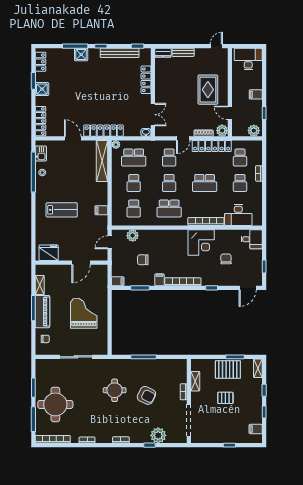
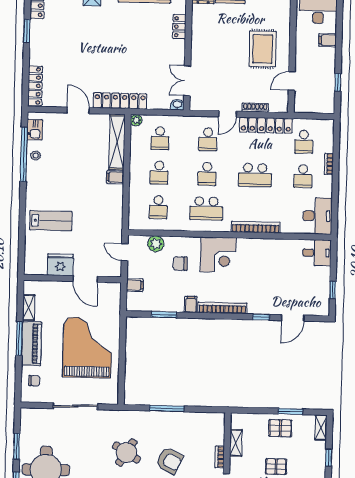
locker: (146, 80) -> (179, 27), width x0.66
shower: (42, 89) -> (38, 43), removed
filing cabinet: (256, 94) -> (328, 40), moved
door: (230, 113) -> (292, 81), hinge flipped
double door: (153, 115) -> (187, 81), swing flipped
plant: (222, 131) -> (281, 105), removed
plant: (254, 131) -> (323, 106), removed
school desk: (134, 158) -> (160, 138), width x0.54
lab bench: (62, 210) -> (51, 221), moved
filing cabinet: (101, 210) -> (115, 177), moved
desk: (238, 215) -> (317, 216), moved, turned -90
door: (110, 242) -> (125, 252), hinge flipped
corner desk: (201, 243) -> (218, 255), moved
fridge: (49, 253) -> (60, 265), moved
chair: (226, 259) -> (281, 278), removed
chair: (143, 260) -> (180, 264), moved
door: (81, 263) -> (85, 279), hinge flipped
filing cabinet: (118, 281) -> (135, 285), moved
door: (248, 288) -> (293, 318), moved
grand piano: (84, 313) -> (87, 347), width x1.37, depth x1.48
pallet: (228, 370) -> (280, 428), width x0.67, depth x0.71
round table: (115, 390) -> (126, 453), turned 32

